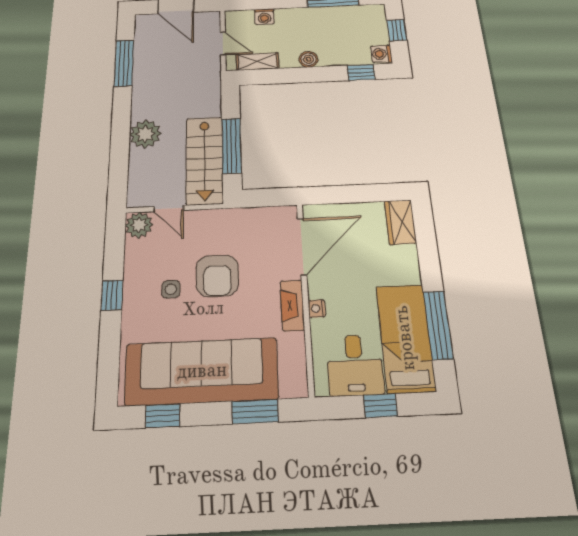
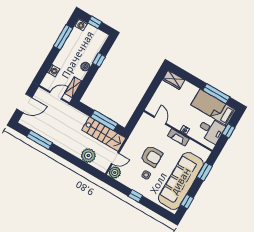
washing machine: (381, 54) -> (81, 25), moved
window: (361, 72) -> (99, 60), moved
plant: (145, 134) -> (88, 156), moved
door: (302, 246) -> (160, 120), width x0.53

